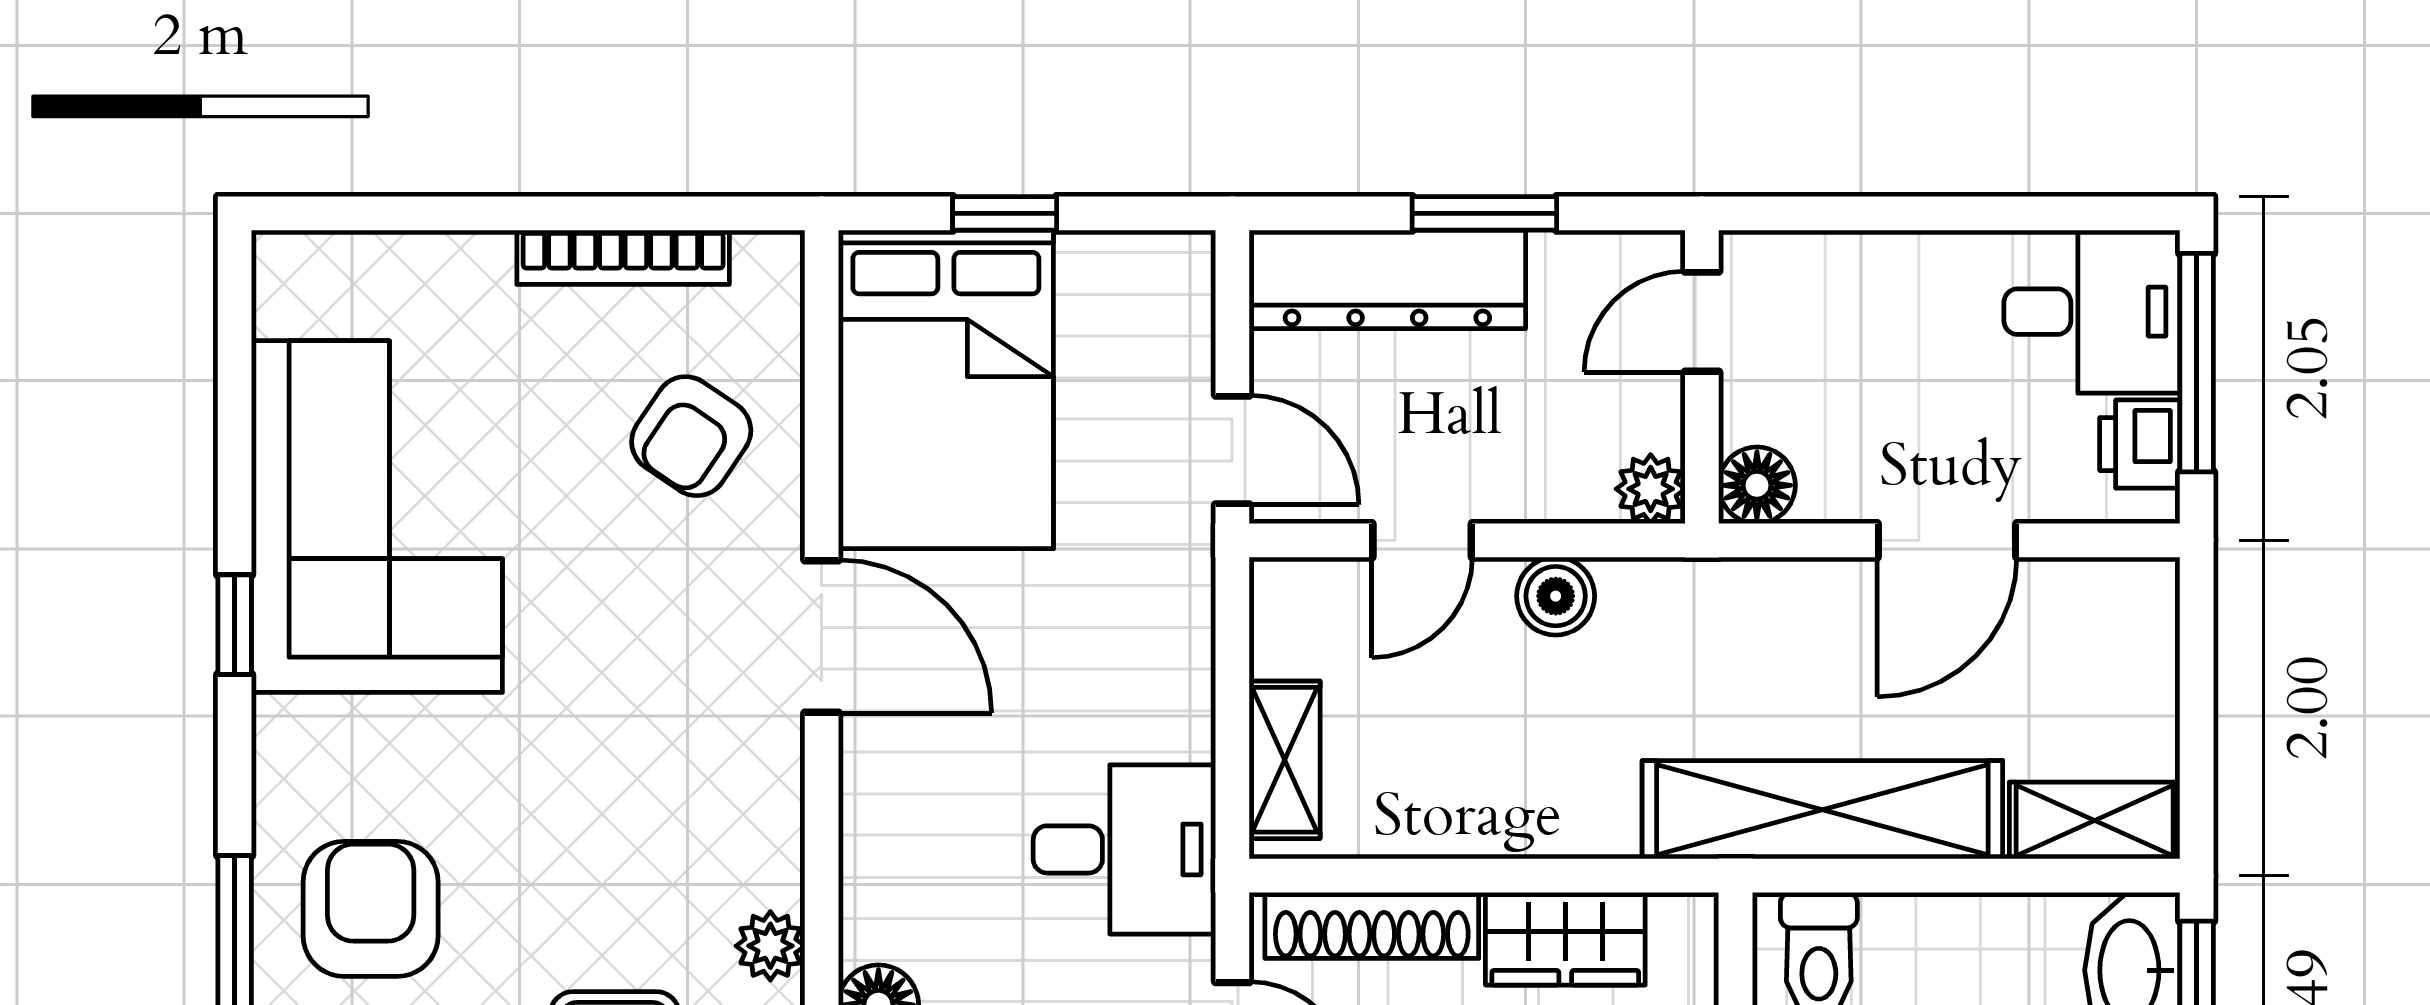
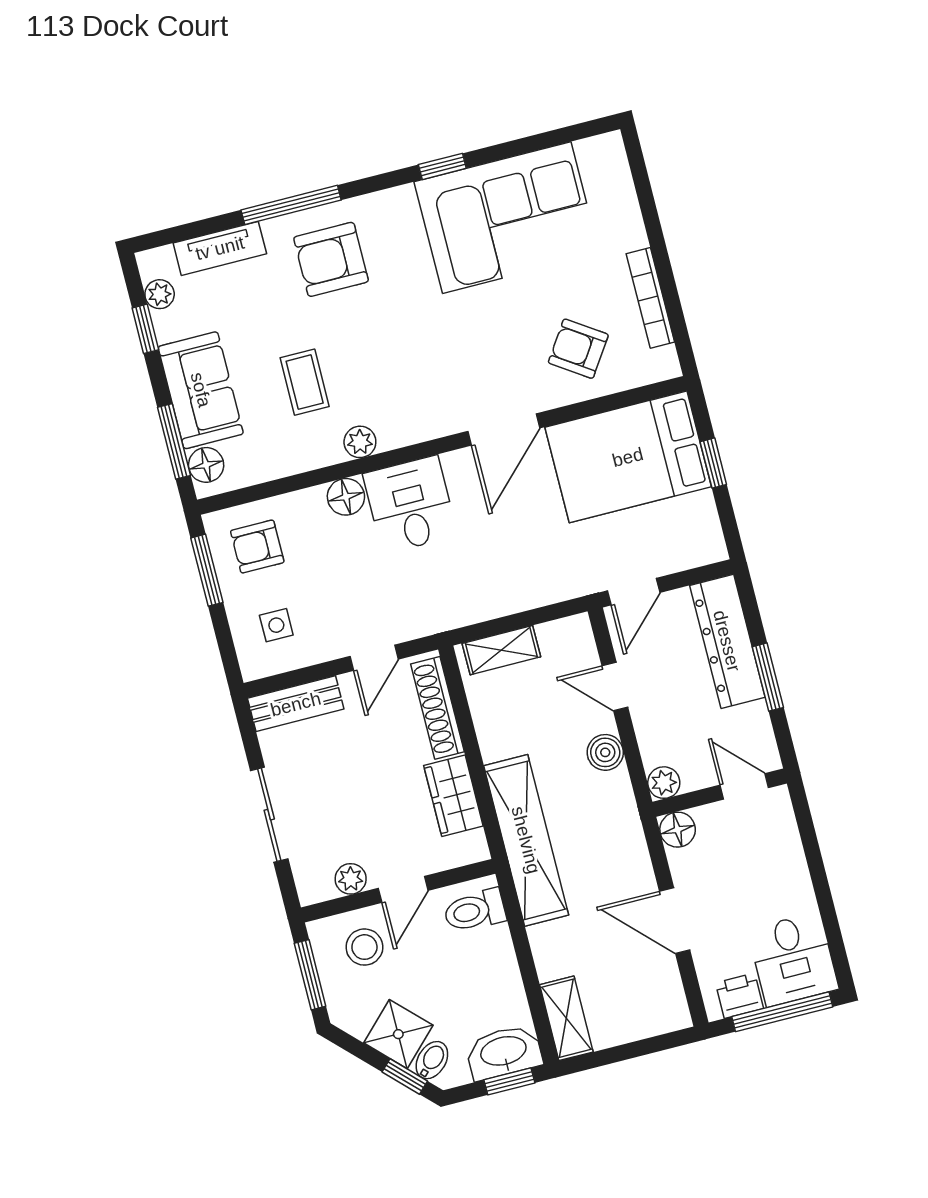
shelving: (1822, 810) -> (526, 840), moved
desk: (1124, 849) -> (410, 505), moved, turned 180
armchair: (371, 909) -> (331, 259), turned 180

